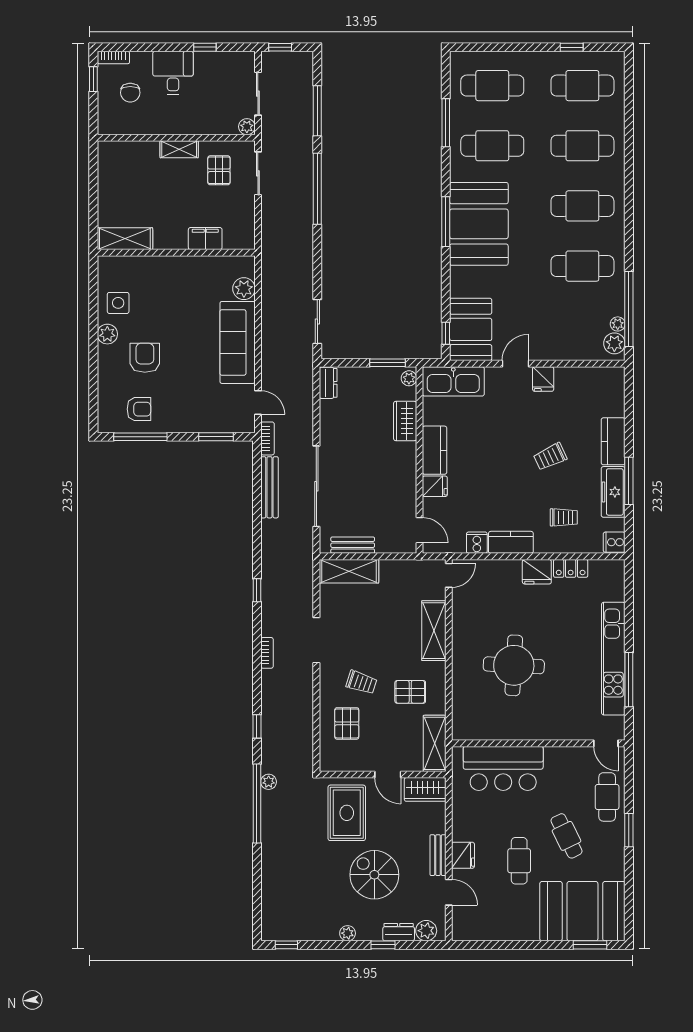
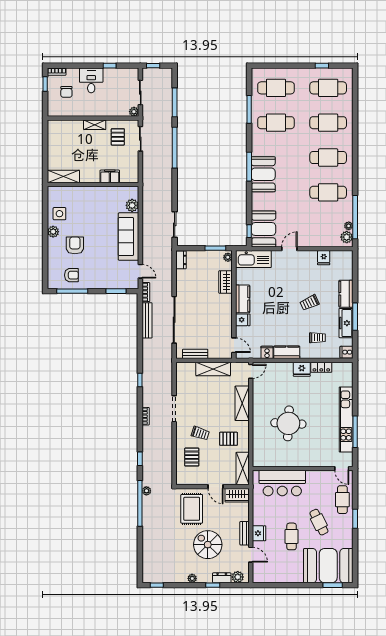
booth: (479, 224) -> (263, 174), width x0.73, depth x0.70
fridge: (543, 379) -> (324, 258), moved
shelving: (349, 571) -> (213, 369), moved

